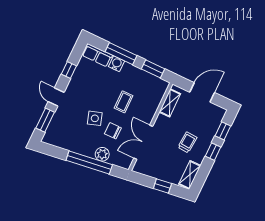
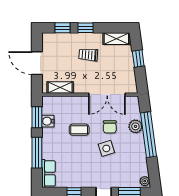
water cooler: (116, 64) -> (48, 121), moved
plant: (49, 139) -> (145, 181), added

